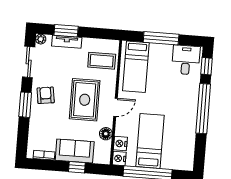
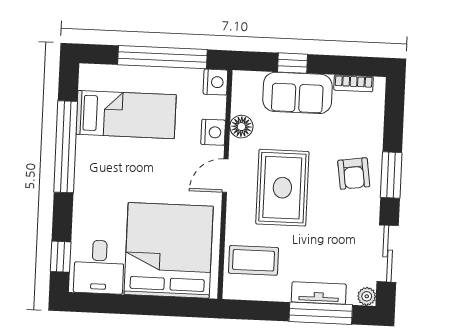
window: (66, 31) -> (321, 313), width x1.44
window: (161, 38) -> (146, 305), removed
bed: (136, 67) -> (169, 250), width x2.04
armchair: (46, 95) -> (354, 173), moved
window: (203, 109) -> (66, 147), moved
bed: (150, 141) -> (126, 115), moved, turned -90
nightstand: (120, 144) -> (213, 132), moved

